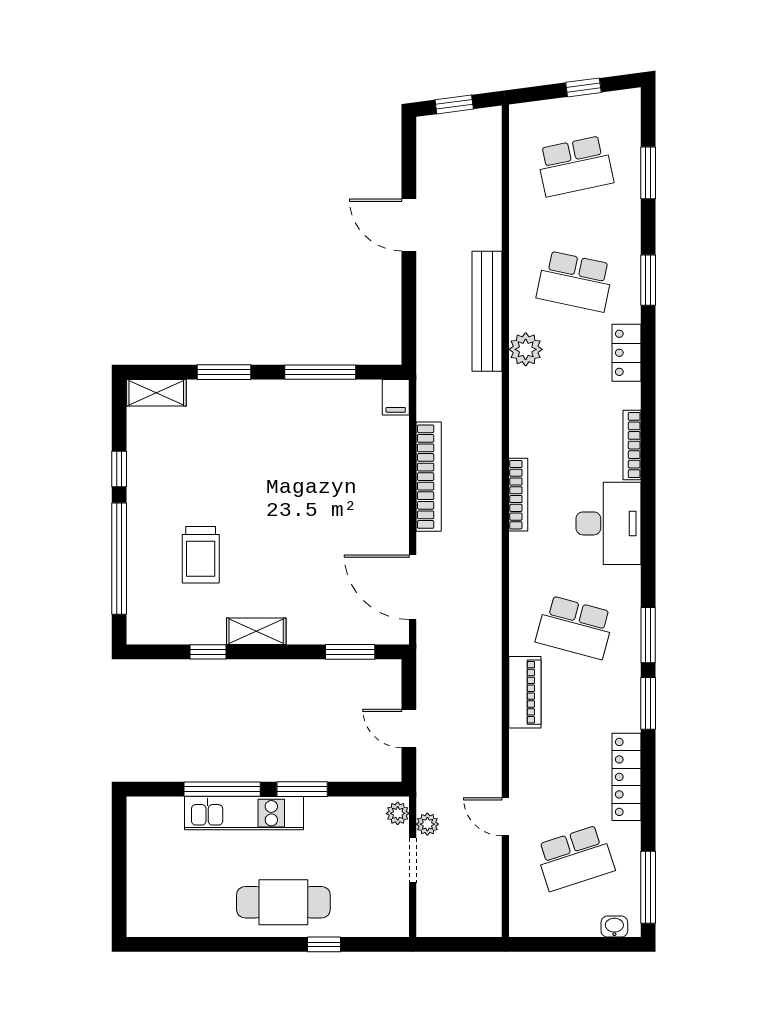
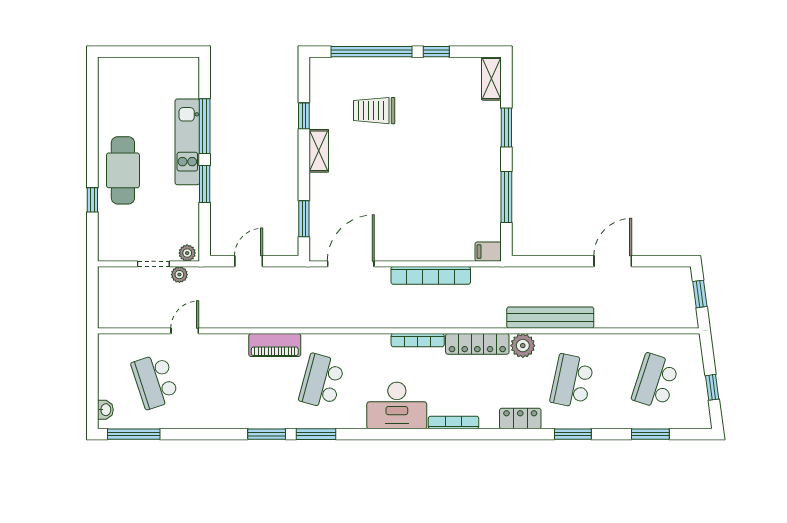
school desk: (575, 166) -> (655, 381), turned 30
locker: (626, 777) -> (477, 344), moved, turned 180

